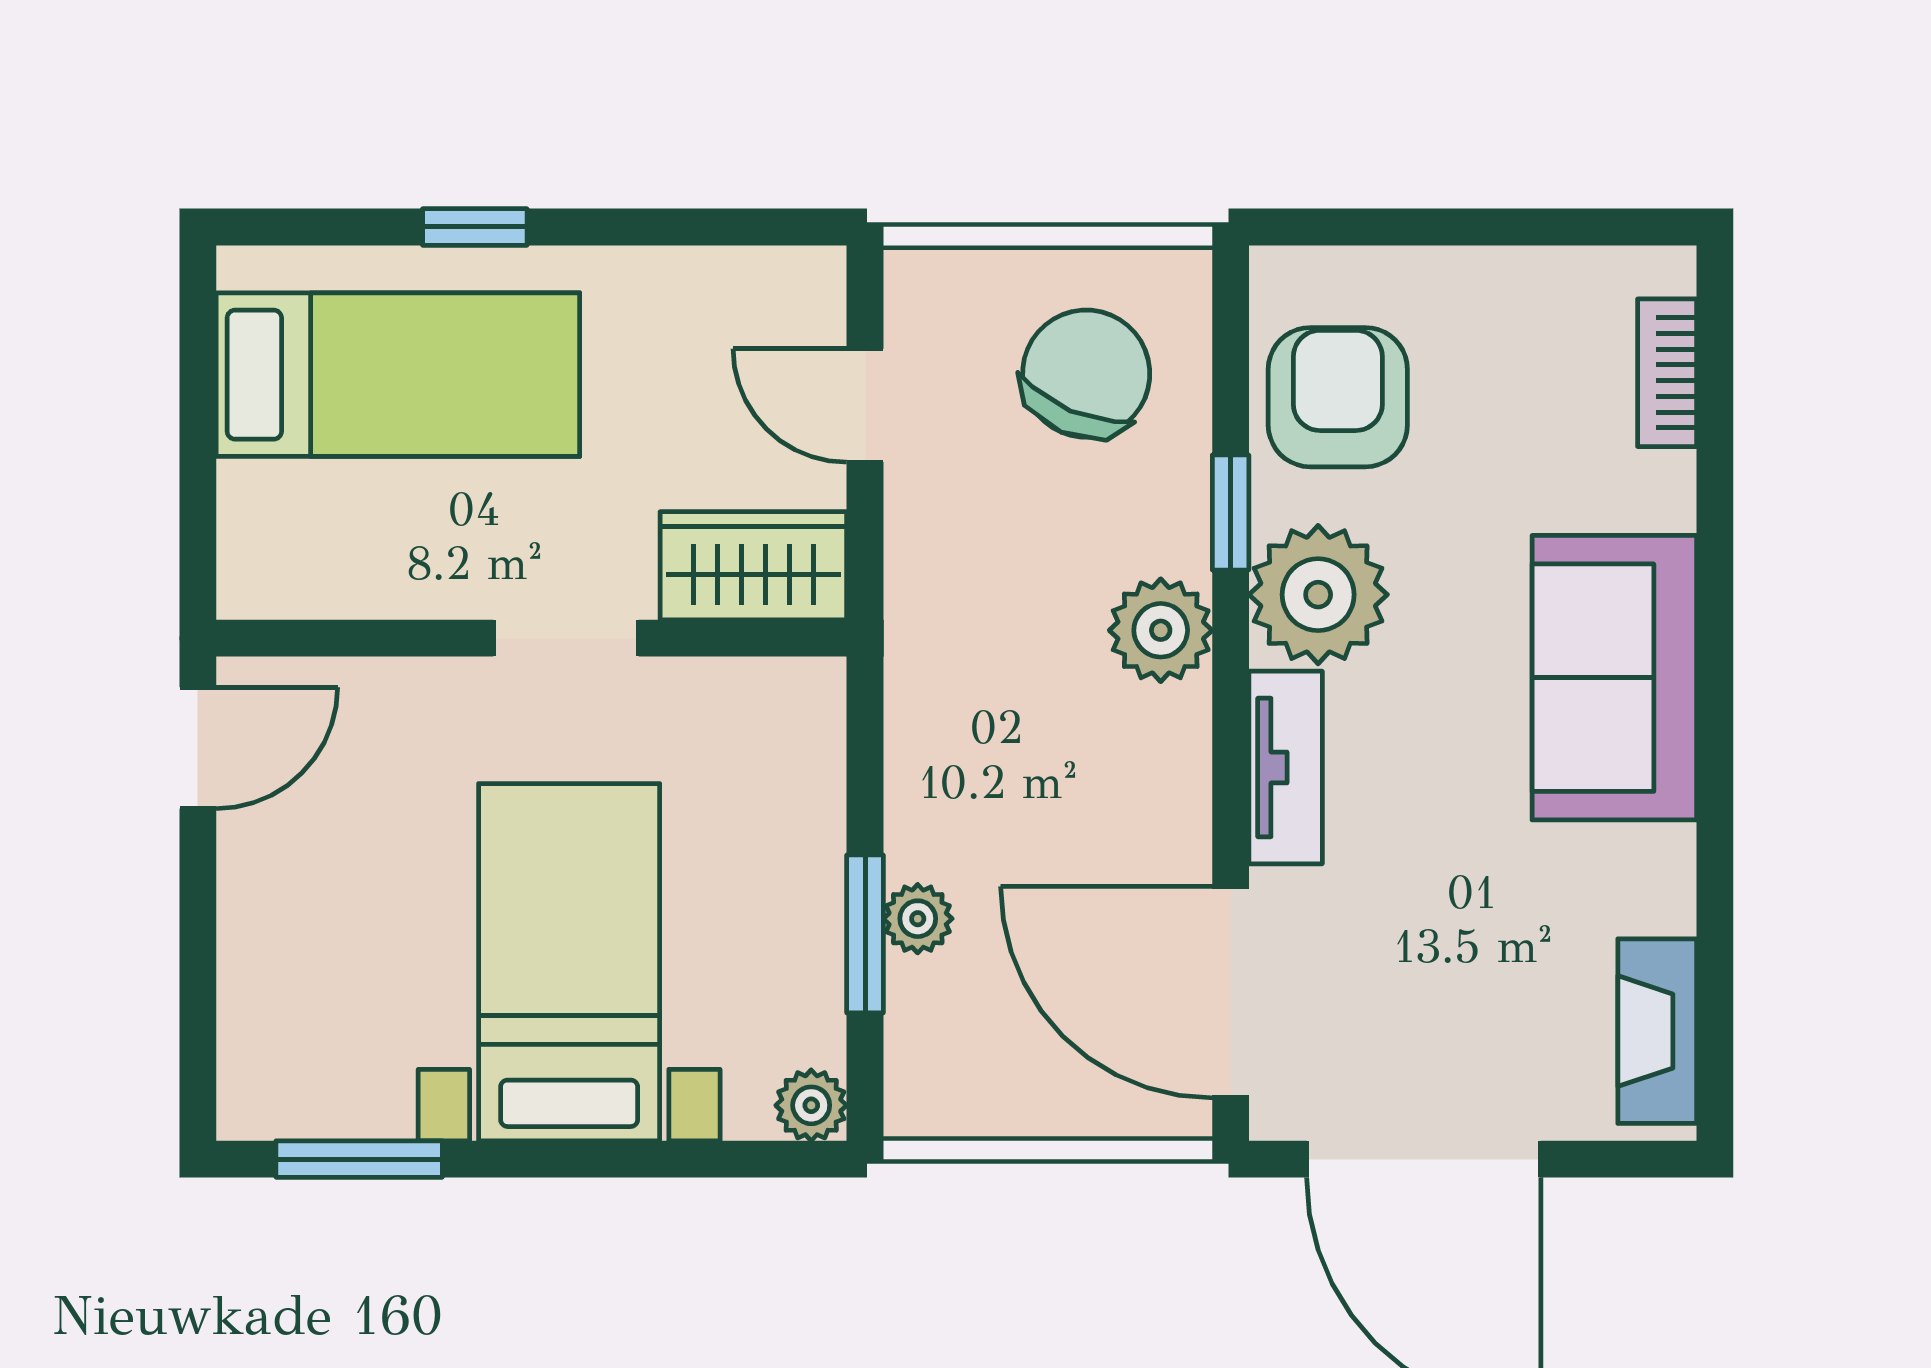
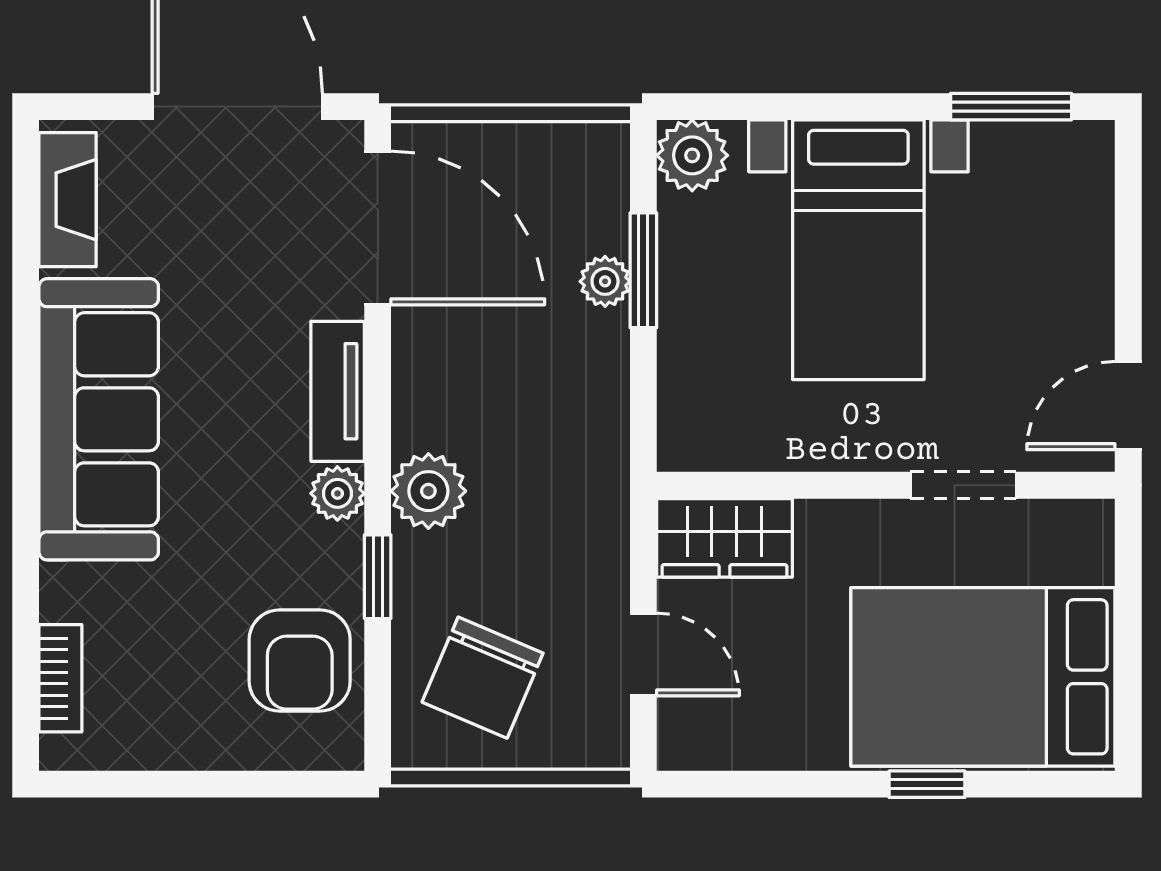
bed: (398, 375) -> (983, 677), width x1.50
plant: (1318, 595) -> (337, 493), width x0.53, depth x0.53
doorway: (566, 638) -> (963, 485), moved
sofa: (1614, 678) -> (99, 419), width x1.36
plant: (811, 1105) -> (692, 155), width x1.38, depth x1.38

